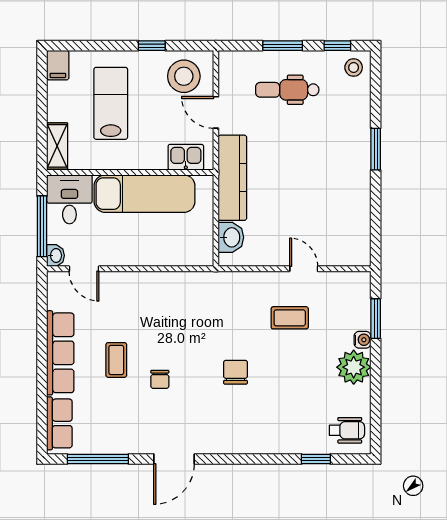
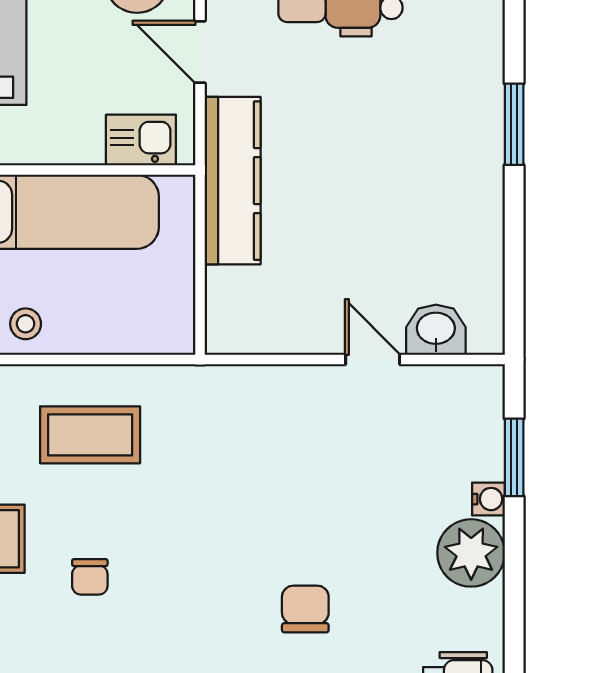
washbasin: (231, 237) -> (436, 330), moved, turned -90
stool: (127, 251) -> (26, 324), added
coffee table: (290, 318) -> (90, 435), moved, width x1.36, depth x1.30
chair: (235, 372) -> (305, 609), moved

